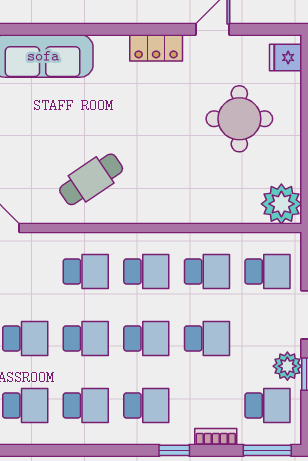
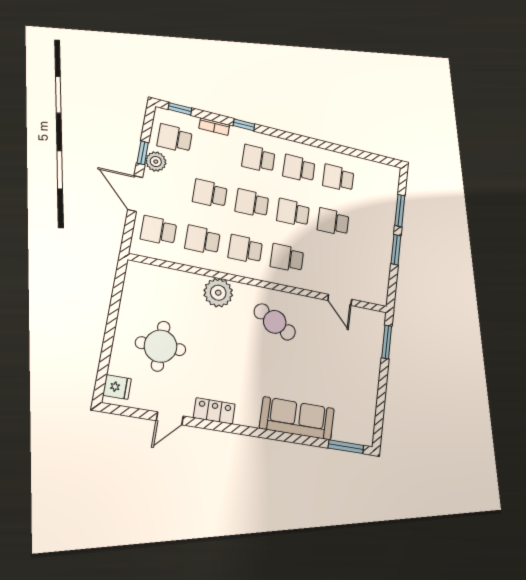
cafe table: (91, 179) -> (275, 322), turned 62
plant: (281, 204) -> (218, 293), moved
window: (267, 450) -> (180, 109), width x0.67

